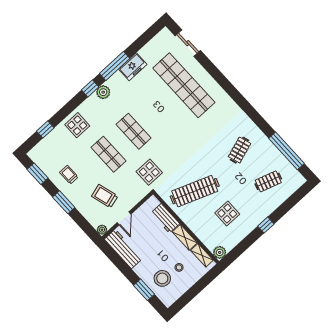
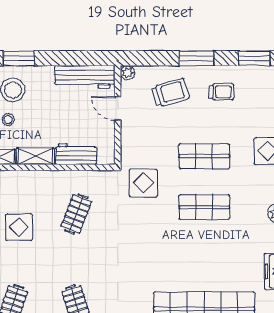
clothes rail: (195, 191) -> (76, 214), width x0.54, depth x0.76
trolley: (105, 196) -> (170, 93), moved

